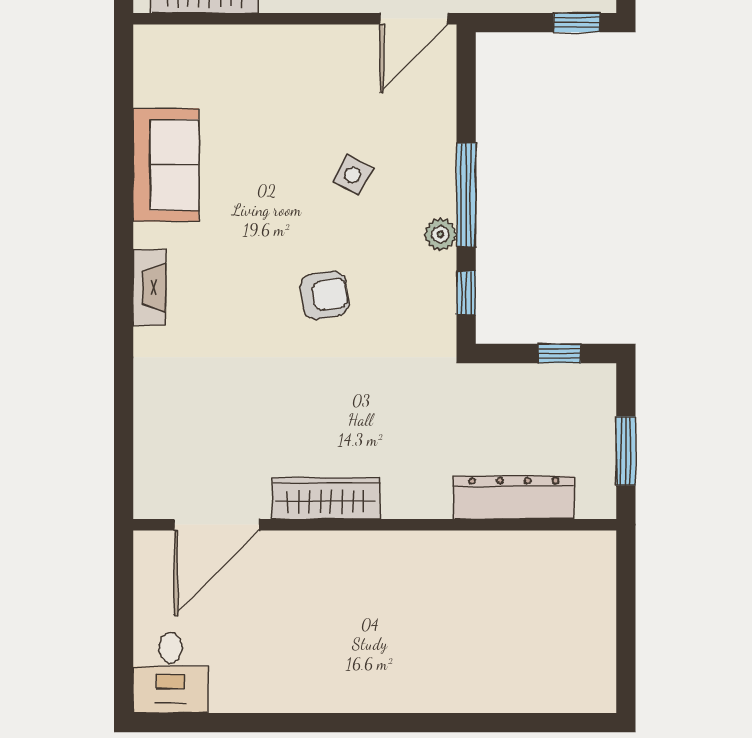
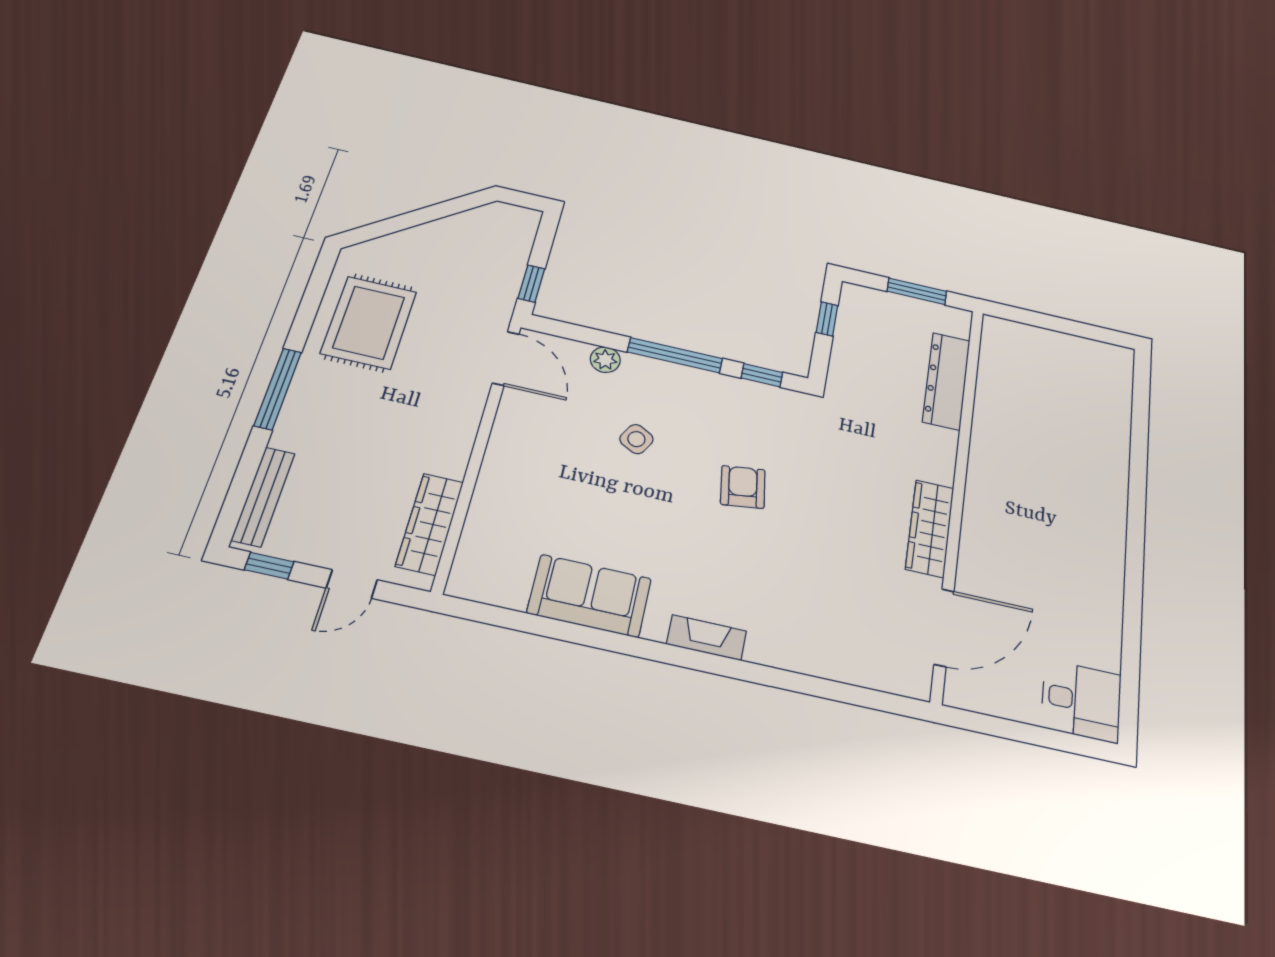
window: (577, 23) -> (531, 284), moved
plant: (440, 234) -> (605, 360), moved
door: (217, 525) -> (944, 628), hinge flipped

